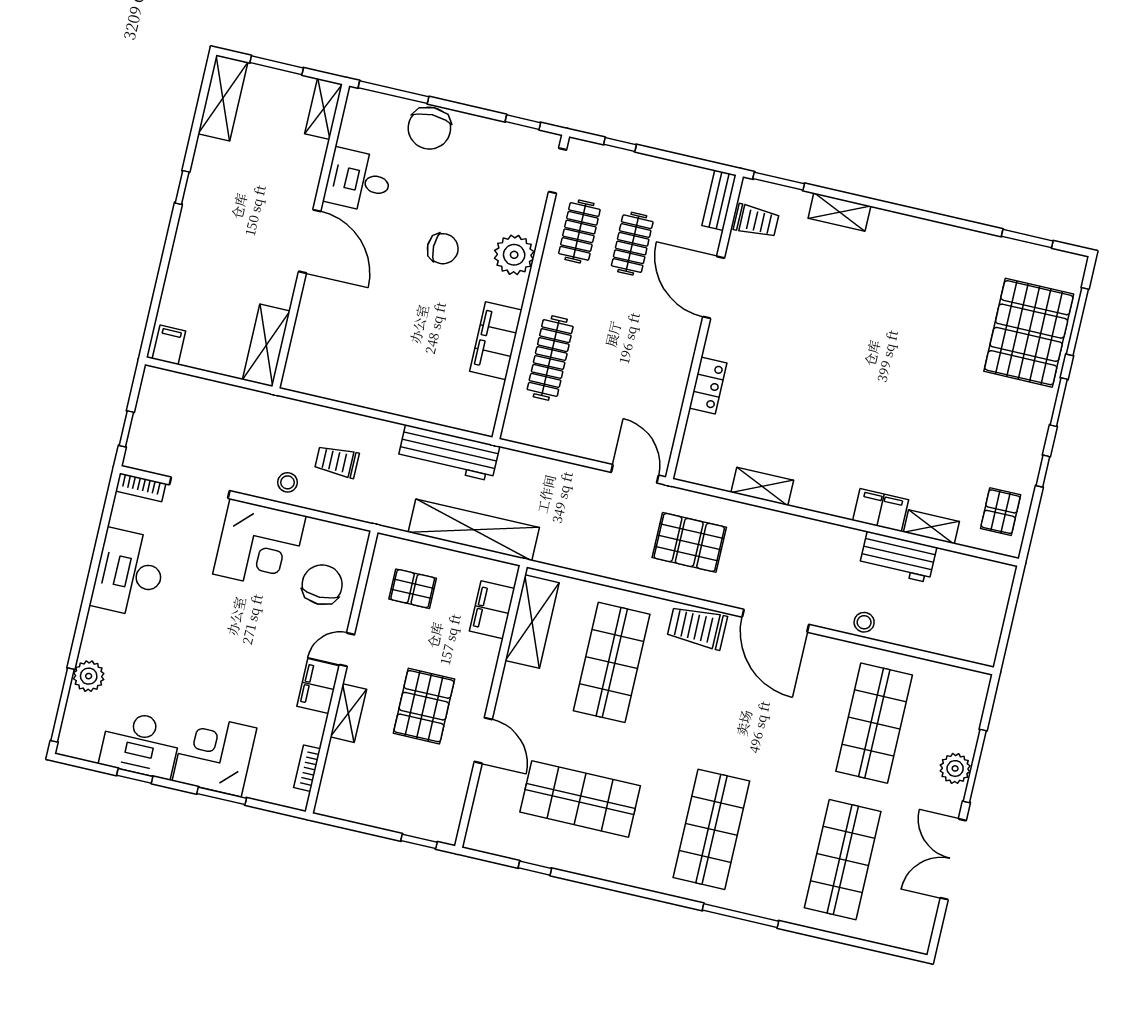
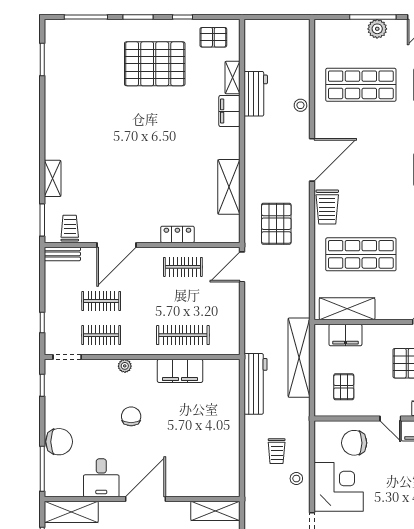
shelving: (324, 109) -> (71, 512), width x1.50, depth x1.33
plant: (514, 255) -> (125, 366), width x0.53, depth x0.53
pallet: (1029, 333) -> (155, 64), moved
clothes rail: (656, 382) -> (183, 267), added
shelving: (762, 486) -> (229, 187), width x1.50, depth x1.33

